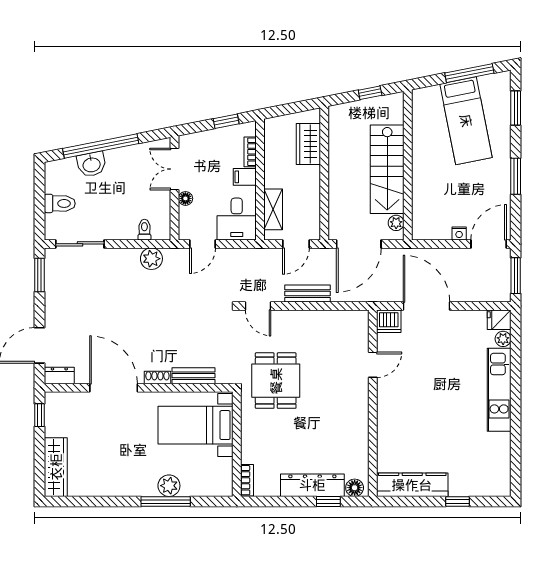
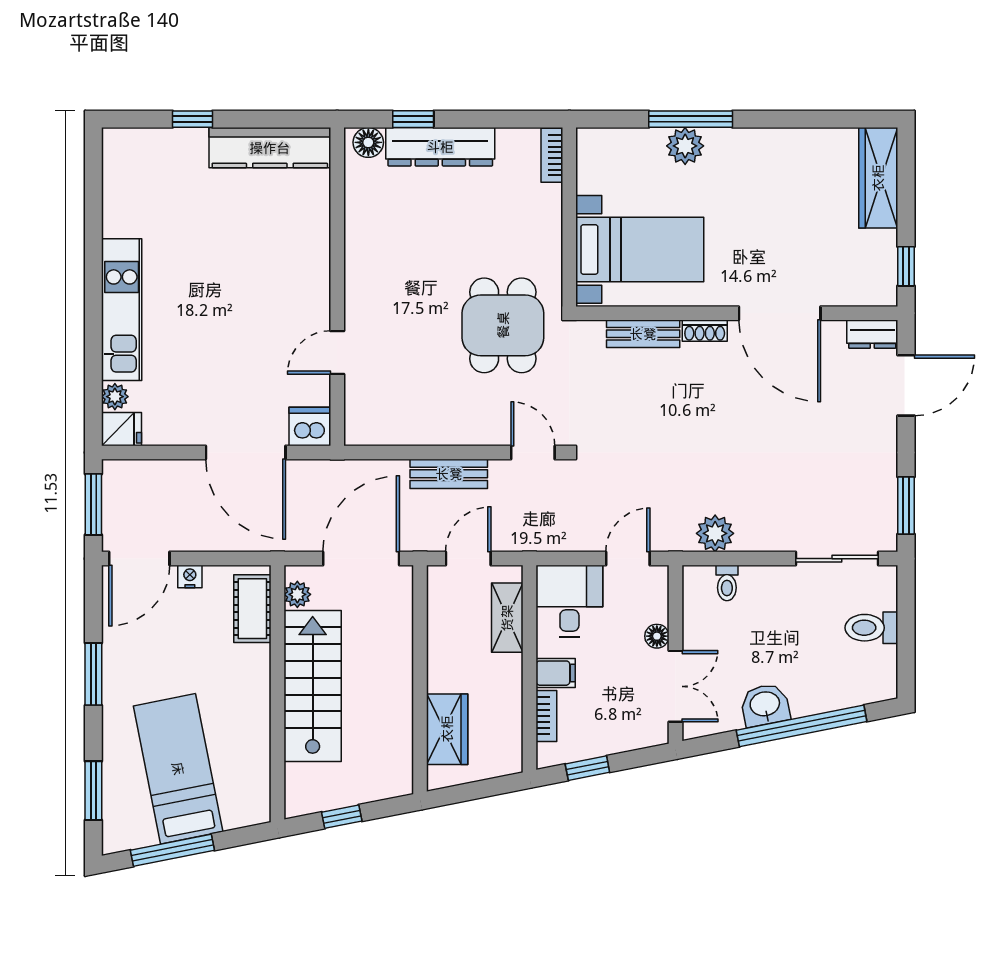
washbasin: (91, 164) -> (765, 705), moved
cot: (422, 215) -> (252, 609), added

